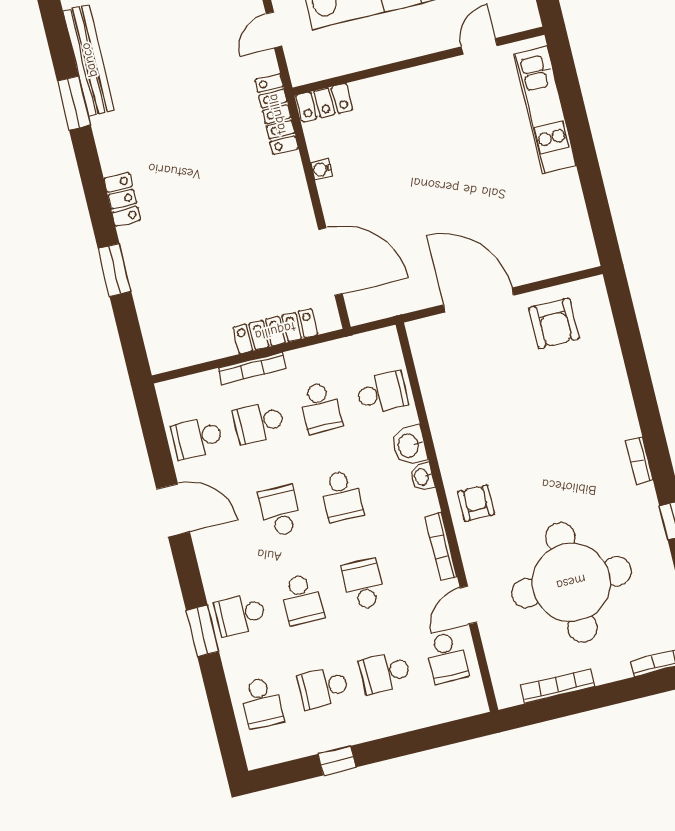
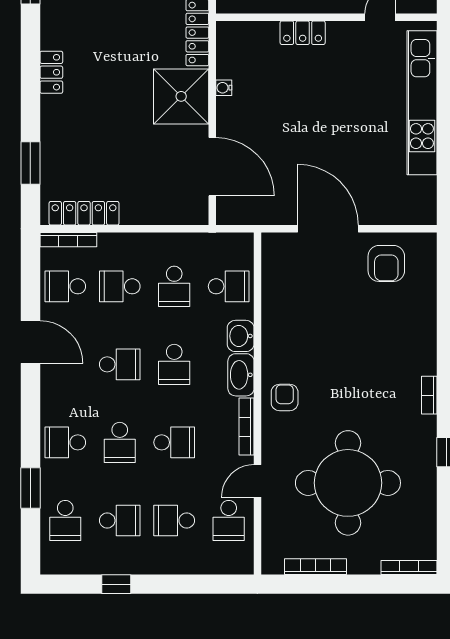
locker: (324, 103) -> (303, 33), moved
kitchen unit: (545, 110) -> (422, 103), width x1.36
shower: (276, 191) -> (181, 96), added
window: (115, 270) -> (30, 163), moved
locker: (275, 331) -> (84, 213), moved
bookcase: (252, 368) -> (68, 240), moved
washbasin: (422, 477) -> (241, 375), width x1.91, depth x1.45
school desk: (280, 511) -> (120, 364), turned 90
school desk: (363, 584) -> (174, 442), turned 90
window: (203, 631) -> (30, 488), moved
school desk: (323, 688) -> (120, 520), turned 180

